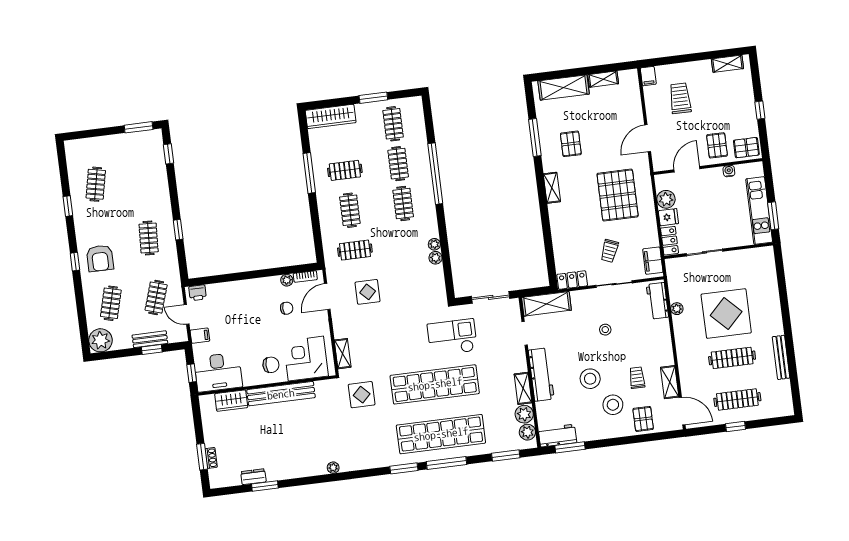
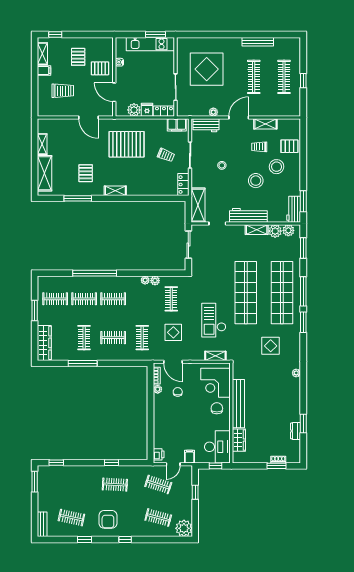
filing cabinet: (648, 76) -> (44, 71), moved
trolley: (680, 98) -> (63, 91), turned 180
window: (760, 110) -> (55, 35), moved
pallet: (571, 144) -> (86, 173), turned 90
pallet: (746, 148) -> (78, 57), moved
armchair: (100, 258) -> (108, 519), moved, turned 90
clothes rail: (413, 283) -> (171, 299), added
display table: (726, 314) -> (207, 69), moved
checkout: (452, 337) -> (214, 320), moved
bench: (150, 339) -> (42, 524), moved
display table: (362, 395) -> (271, 346), moved
door: (682, 411) -> (239, 118), moved

